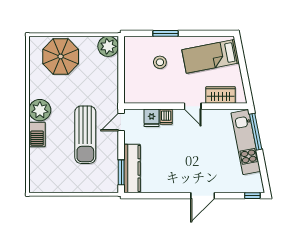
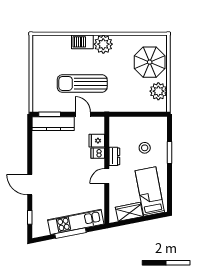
plant: (108, 46) -> (158, 91), moved
wardrobe: (221, 95) -> (129, 212), moved, turned -101
dresser: (170, 97) -> (114, 156), added
door: (121, 122) -> (83, 114), moved
window: (256, 132) -> (71, 233), moved
window: (252, 196) -> (30, 217), moved

